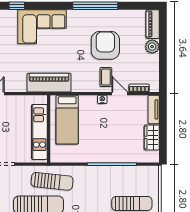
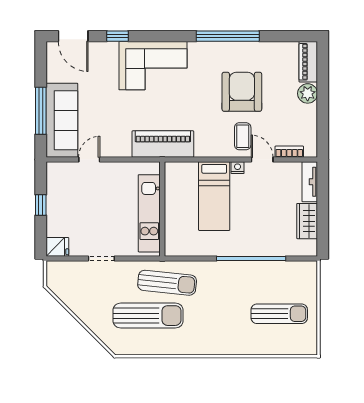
bed: (67, 120) -> (214, 196), moved

